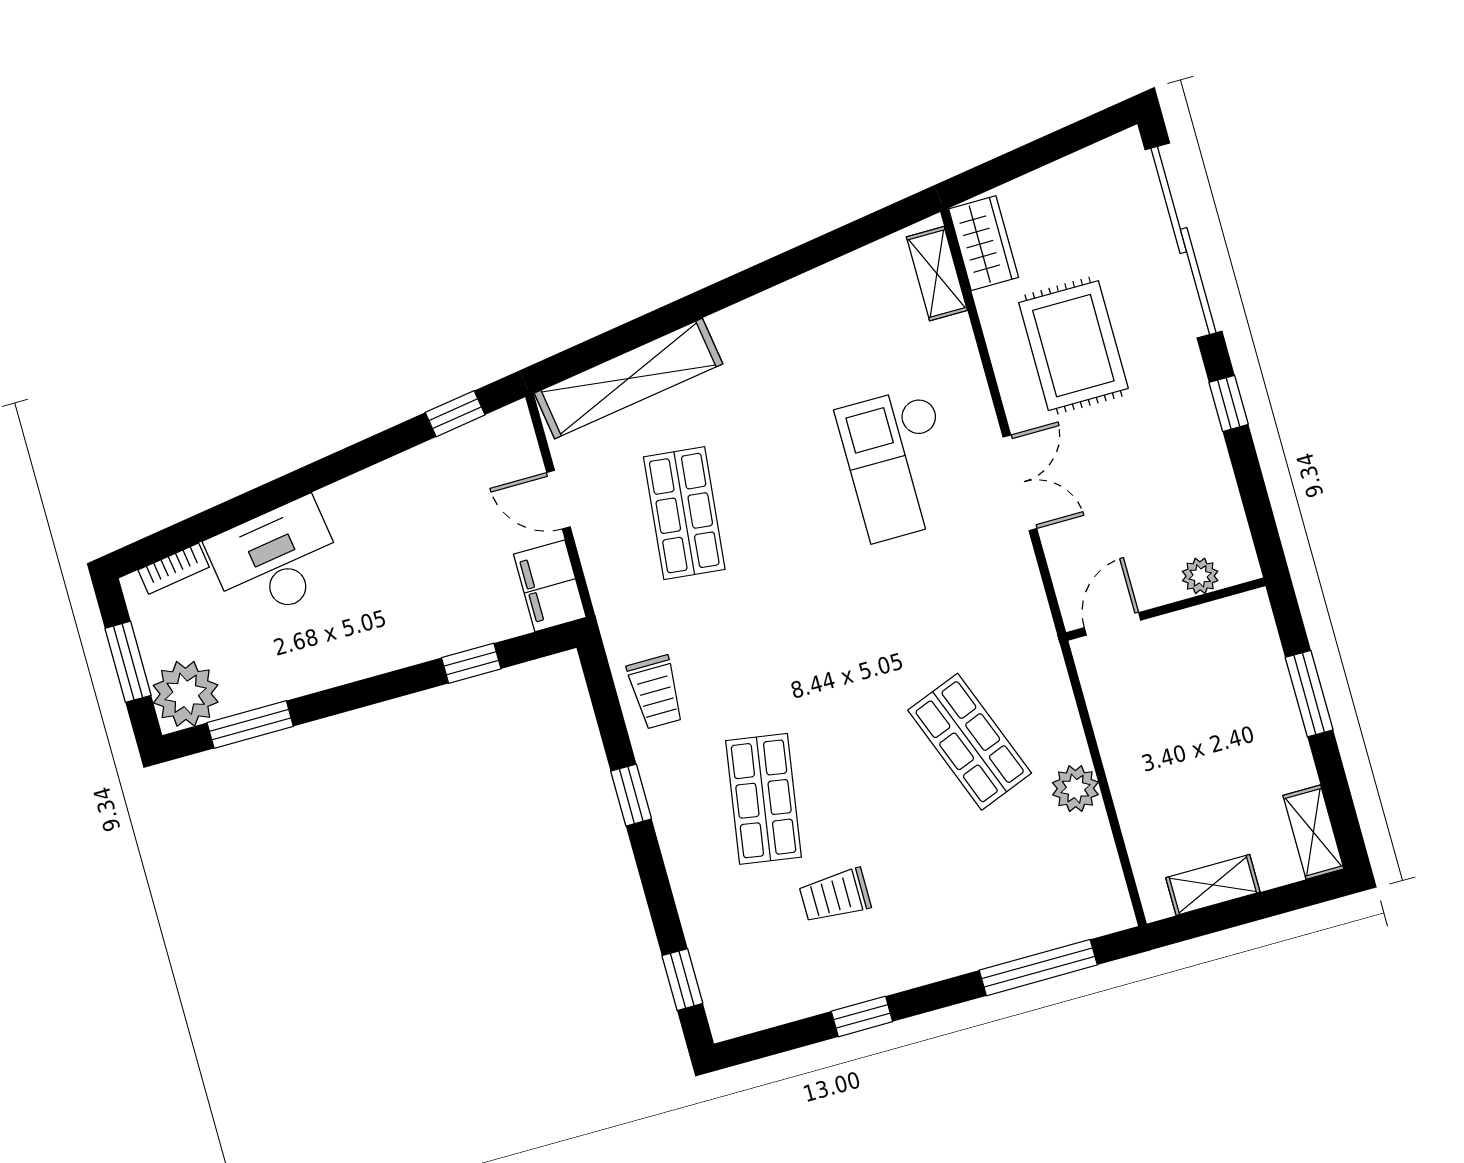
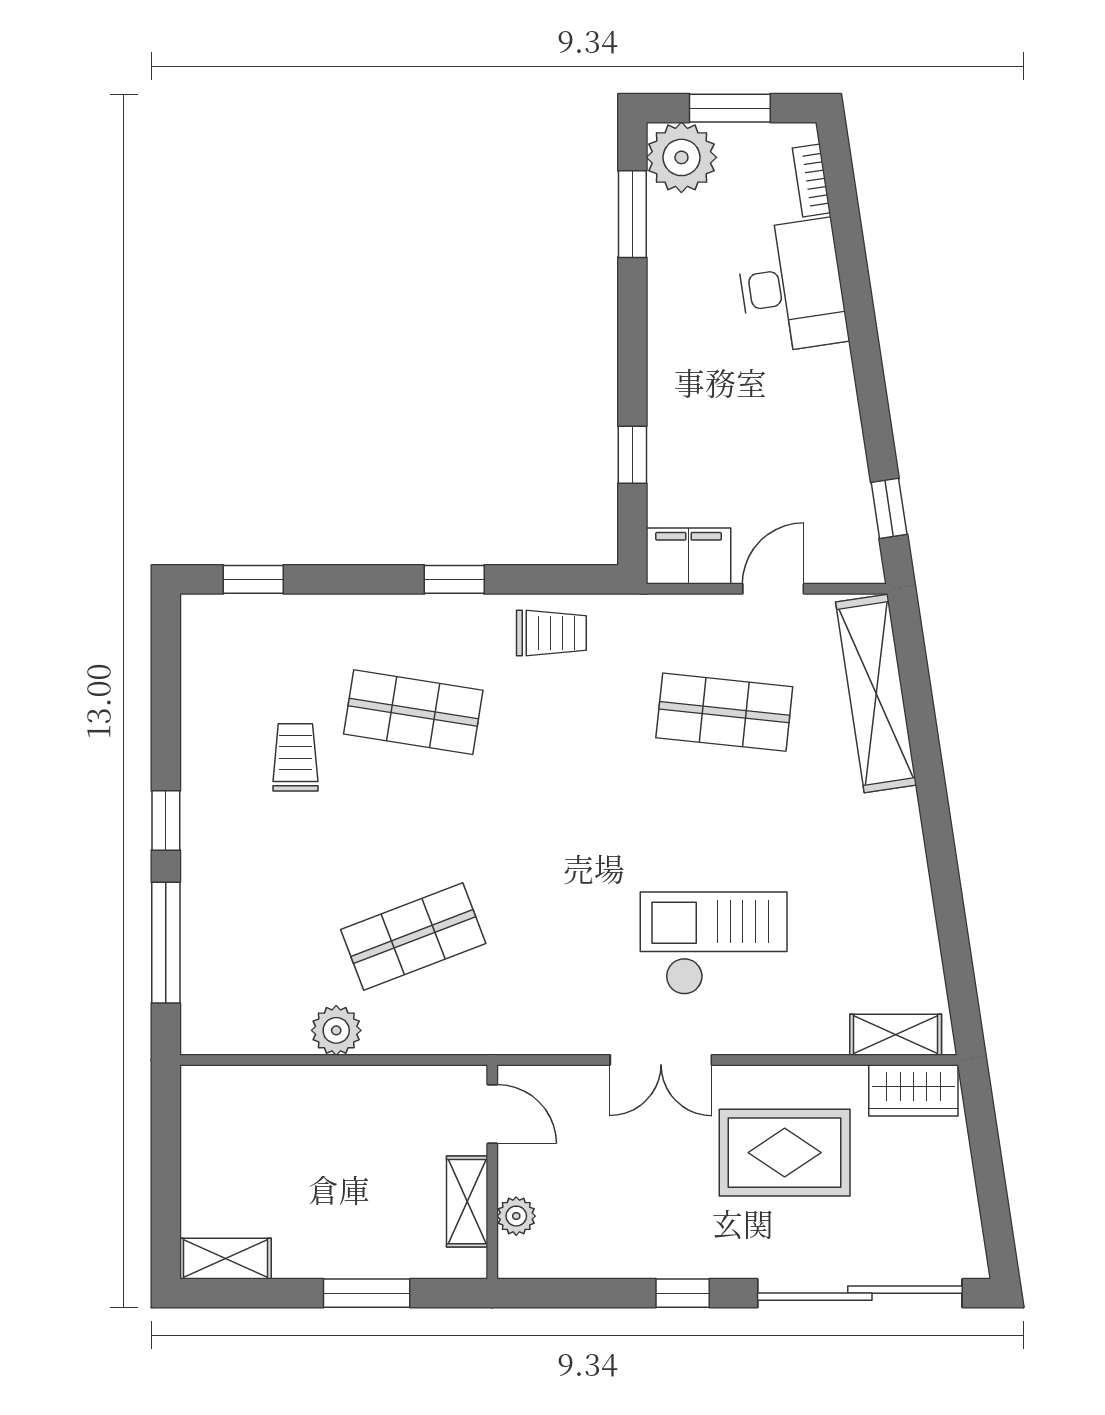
trolley: (656, 692) -> (551, 633), turned 180
shelving: (1213, 885) -> (467, 1202), moved
window: (862, 1016) -> (166, 820), moved

